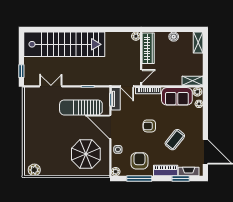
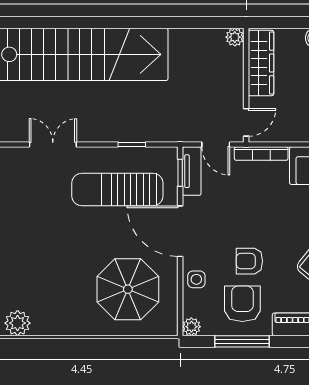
armchair: (149, 126) -> (249, 261), moved

